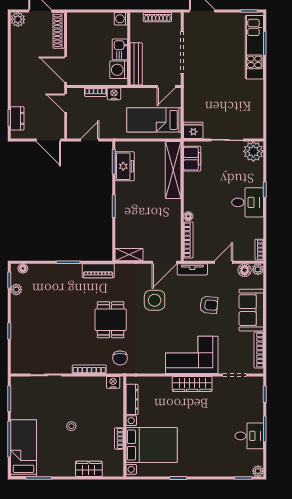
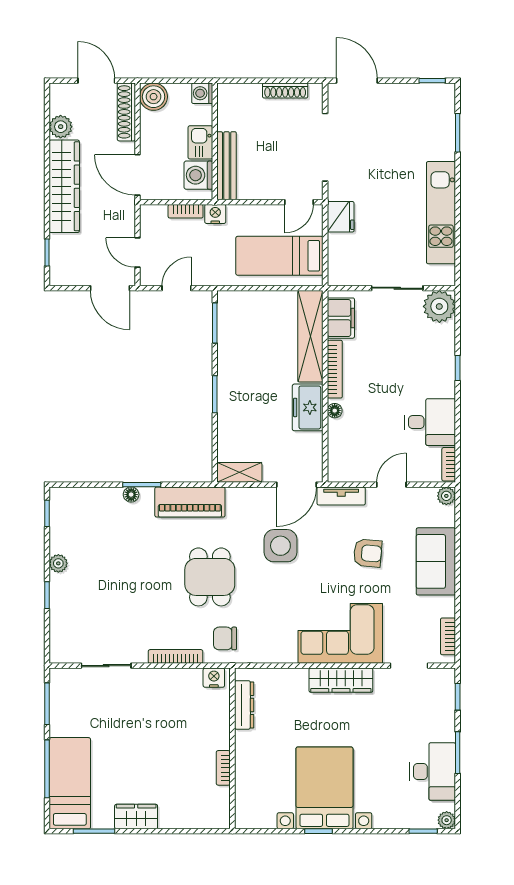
plant: (18, 19) -> (61, 127), moved
washing machine: (121, 19) -> (202, 93), moved
boiler: (76, 21) -> (154, 97), added
kitchen unit: (254, 47) -> (441, 213), moved
kitchen sink: (120, 49) -> (200, 142), moved
wall: (129, 49) -> (215, 141), moved
bench: (136, 64) -> (227, 166), moved
washing machine: (119, 70) -> (198, 175), moved
wardrobe: (20, 77) -> (64, 186), added
door: (66, 103) -> (138, 253), moved
dresser: (17, 118) -> (60, 253), removed
fridge: (193, 130) -> (341, 217), moved, turned 90
freezer: (125, 166) -> (308, 407), moved, turned 180
desk: (248, 202) -> (430, 422), moved
bookcase: (188, 240) -> (335, 369), moved
floor lamp: (23, 268) -> (131, 495), moved
floor lamp: (245, 270) -> (425, 497), removed
piano: (98, 271) -> (190, 502), width x1.37, depth x1.33
plant: (16, 290) -> (58, 563), moved
bookcase: (259, 350) -> (448, 636), width x0.64
chair: (120, 358) -> (225, 638), turned 90
stool: (71, 426) -> (147, 748), removed
desk: (249, 436) -> (433, 772), width x1.37
bed with nightstands: (152, 445) -> (324, 788), moved, turned -90
wardrobe: (89, 469) -> (136, 817), moved

